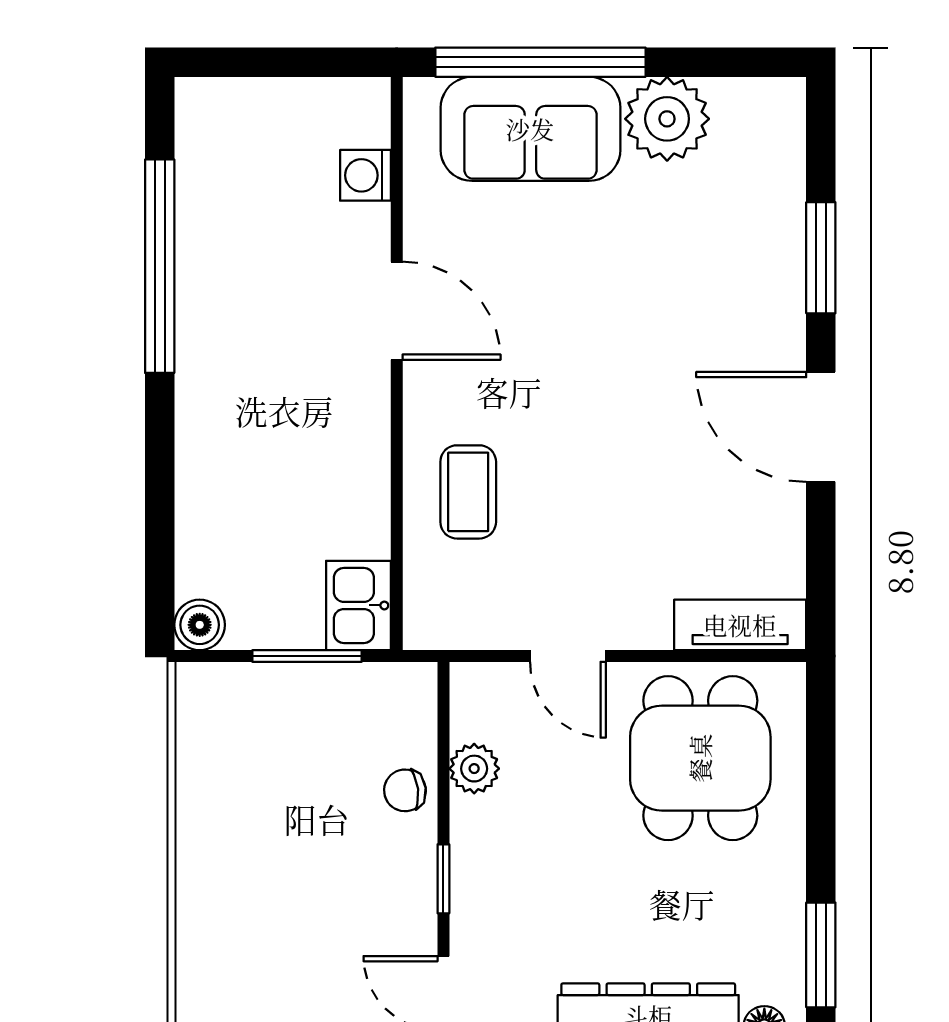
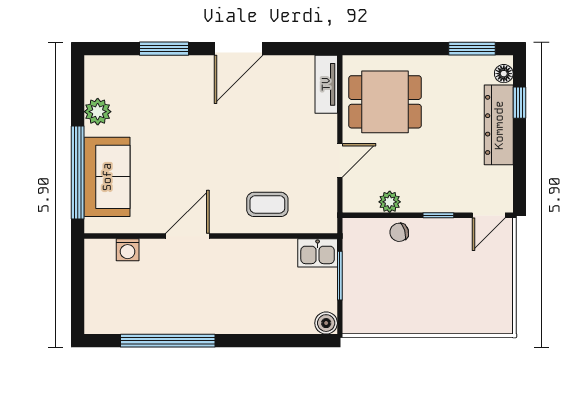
plant: (667, 119) -> (98, 112), width x0.73, depth x0.73
chair: (405, 790) -> (399, 232), turned 81

